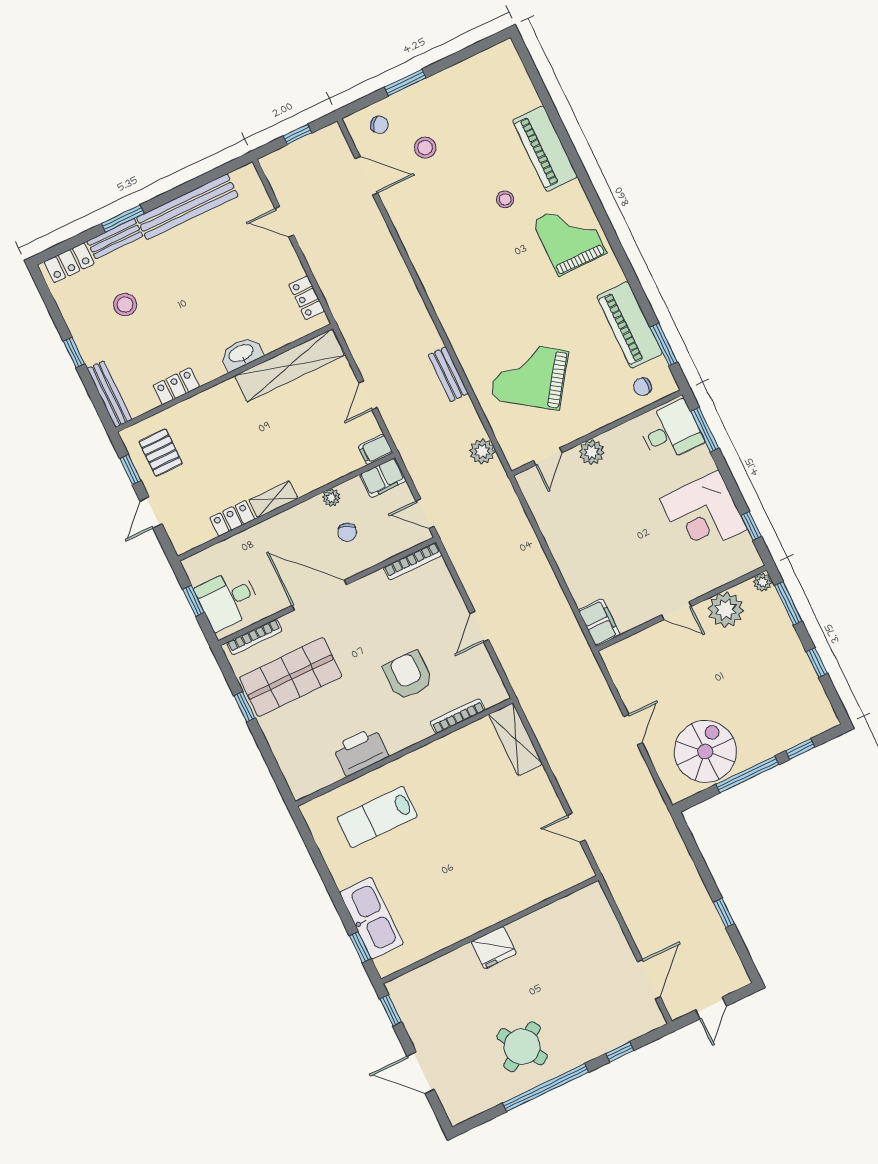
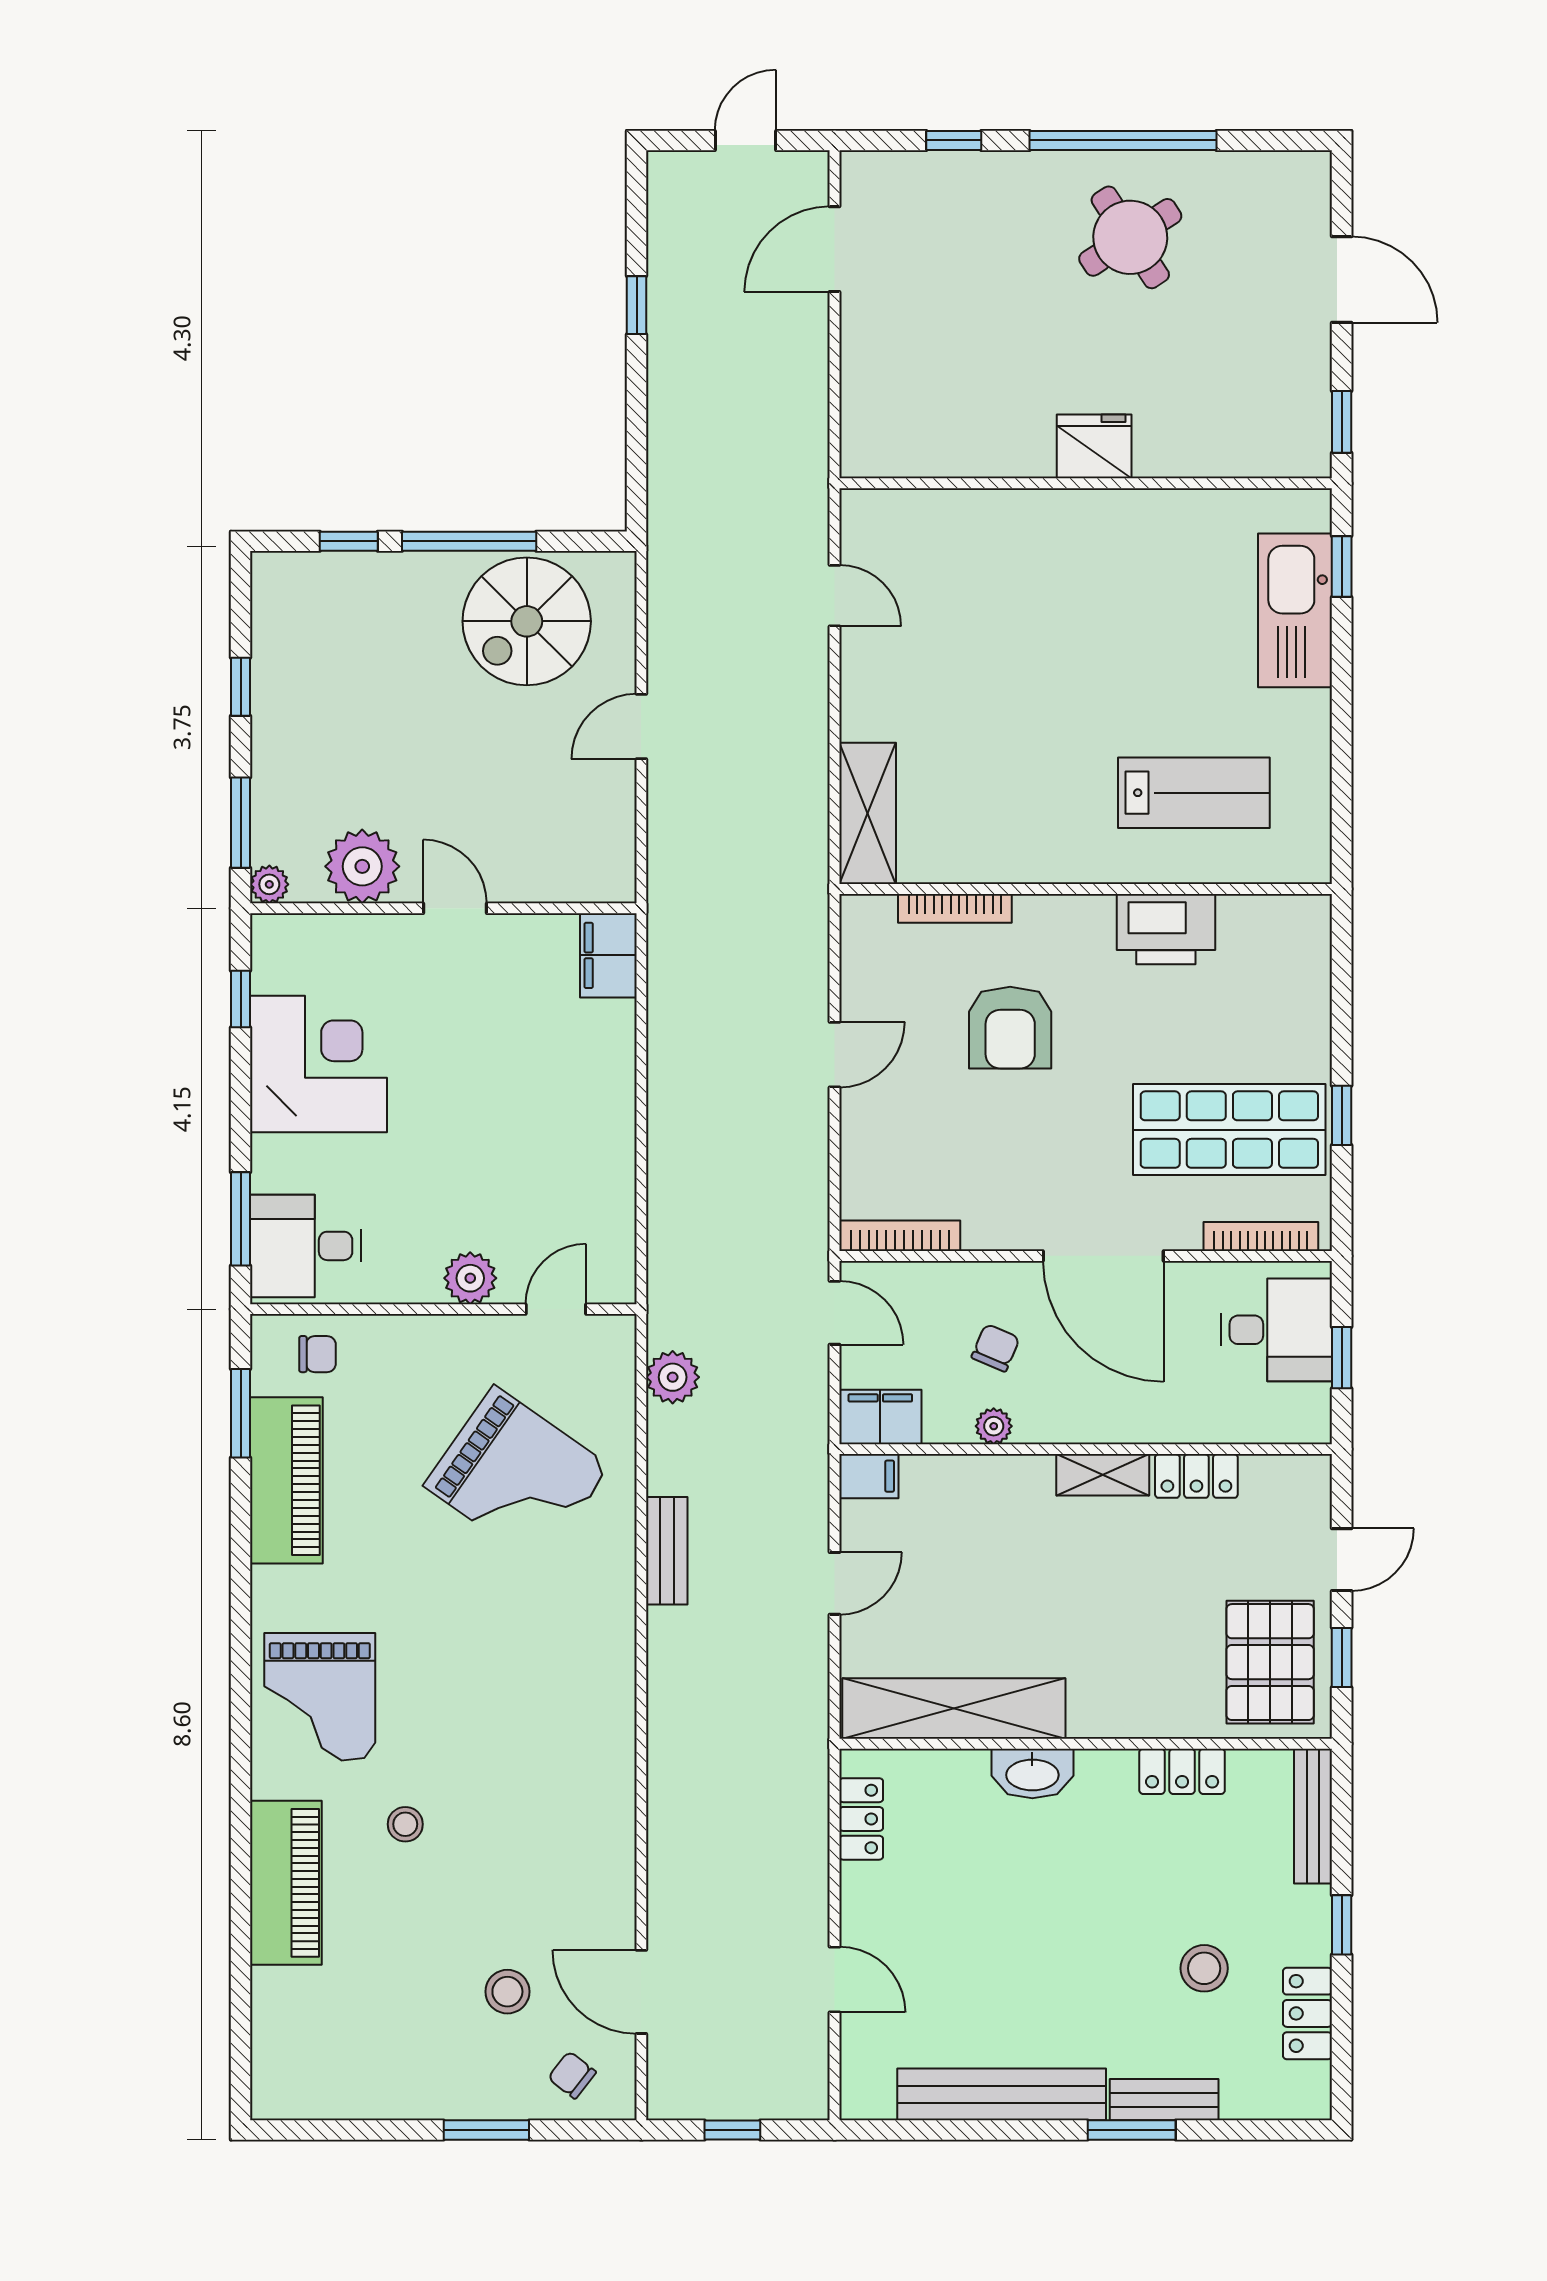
locker: (69, 263) -> (1307, 2013), moved, turned -90
pallet: (161, 453) -> (1270, 1662), width x1.50, depth x1.42

